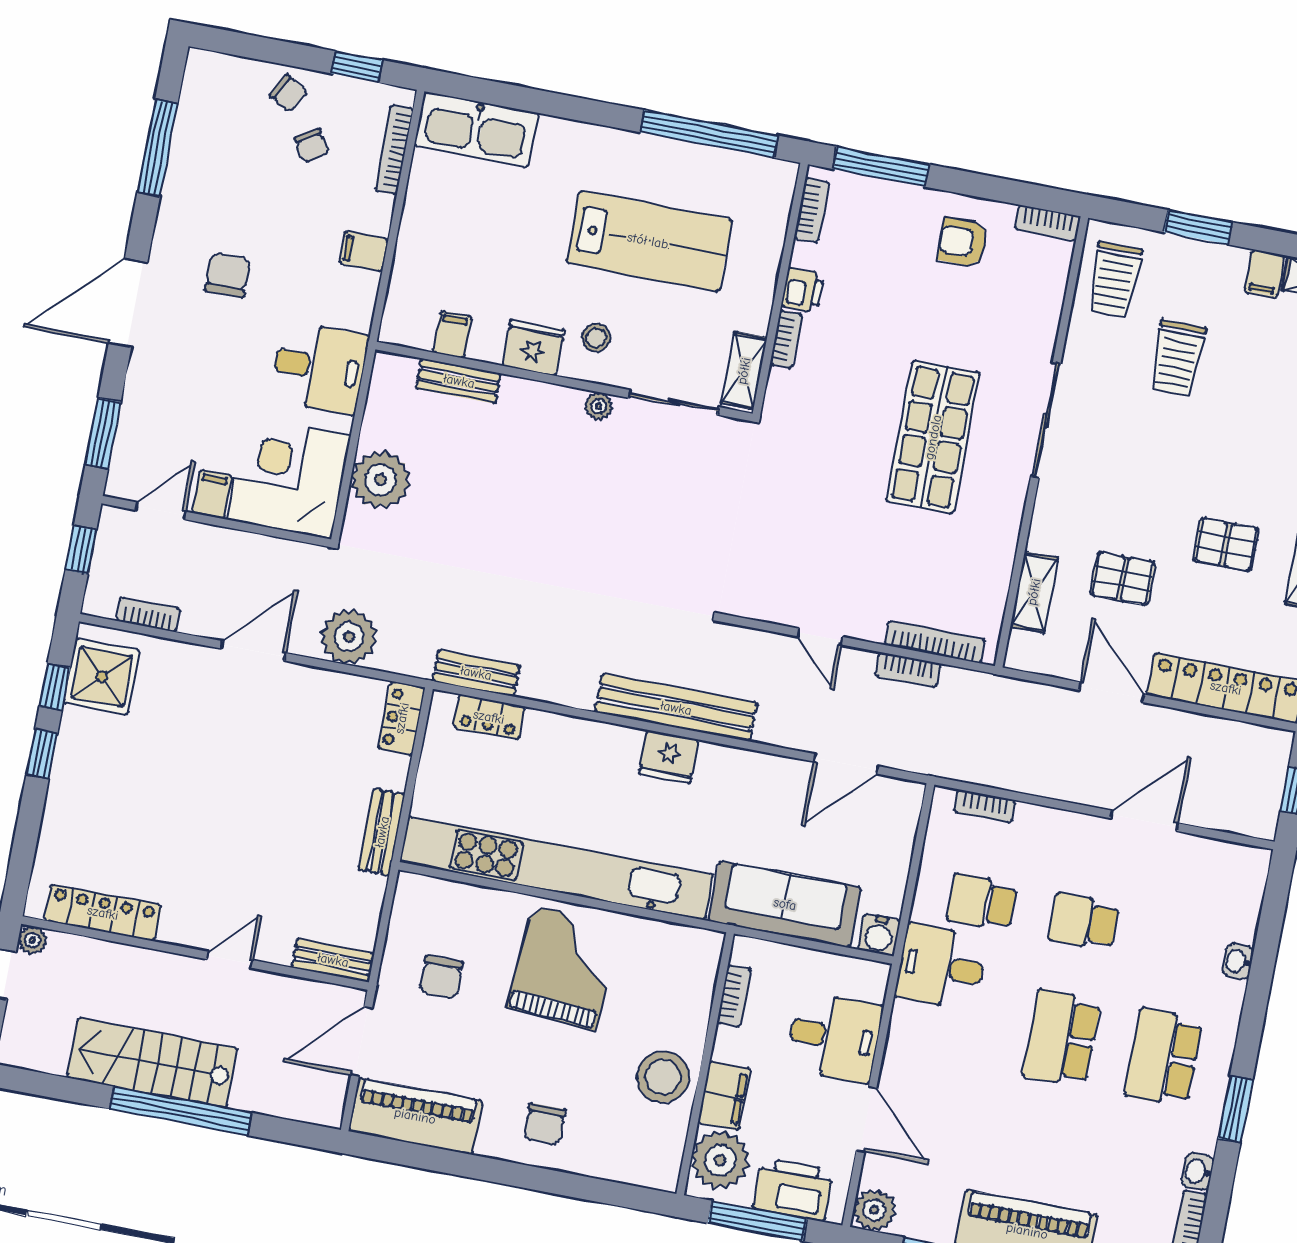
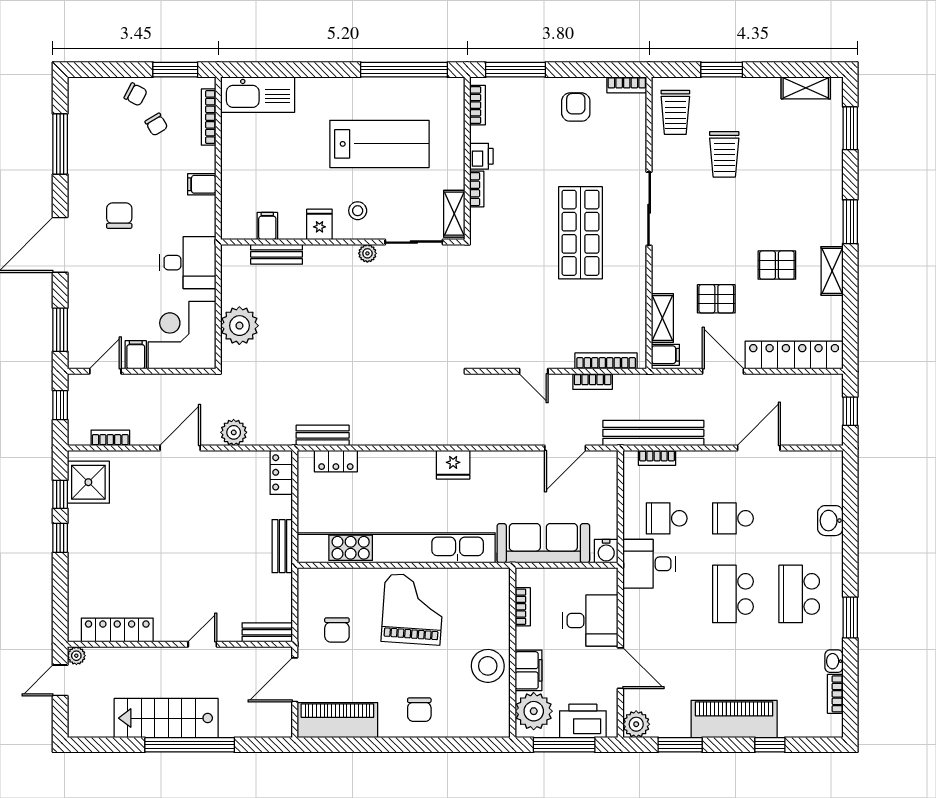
window: (357, 67) -> (175, 70), width x1.50
armchair: (963, 242) -> (576, 107), turned 90
filing cabinet: (1265, 274) -> (665, 355), moved, turned -90
fridge: (533, 348) -> (319, 224), width x0.72
plant: (349, 637) -> (234, 432), width x0.73, depth x0.73
bench: (676, 708) -> (653, 433), moved
washbasin: (1238, 961) -> (830, 521), width x1.38, depth x1.45

